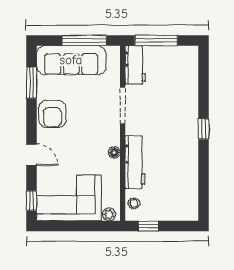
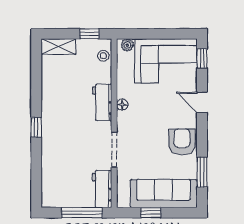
window: (85, 40) -> (151, 213), width x0.46
workbench: (135, 162) -> (102, 102), width x0.73
shelving: (180, 213) -> (59, 47), added

